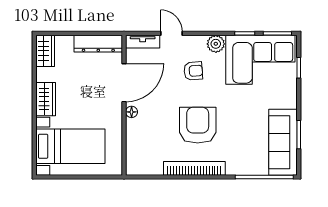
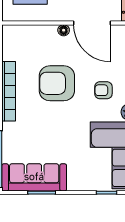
armchair: (193, 71) -> (103, 90), turned 94
armchair: (198, 125) -> (57, 83), moved, turned 180

